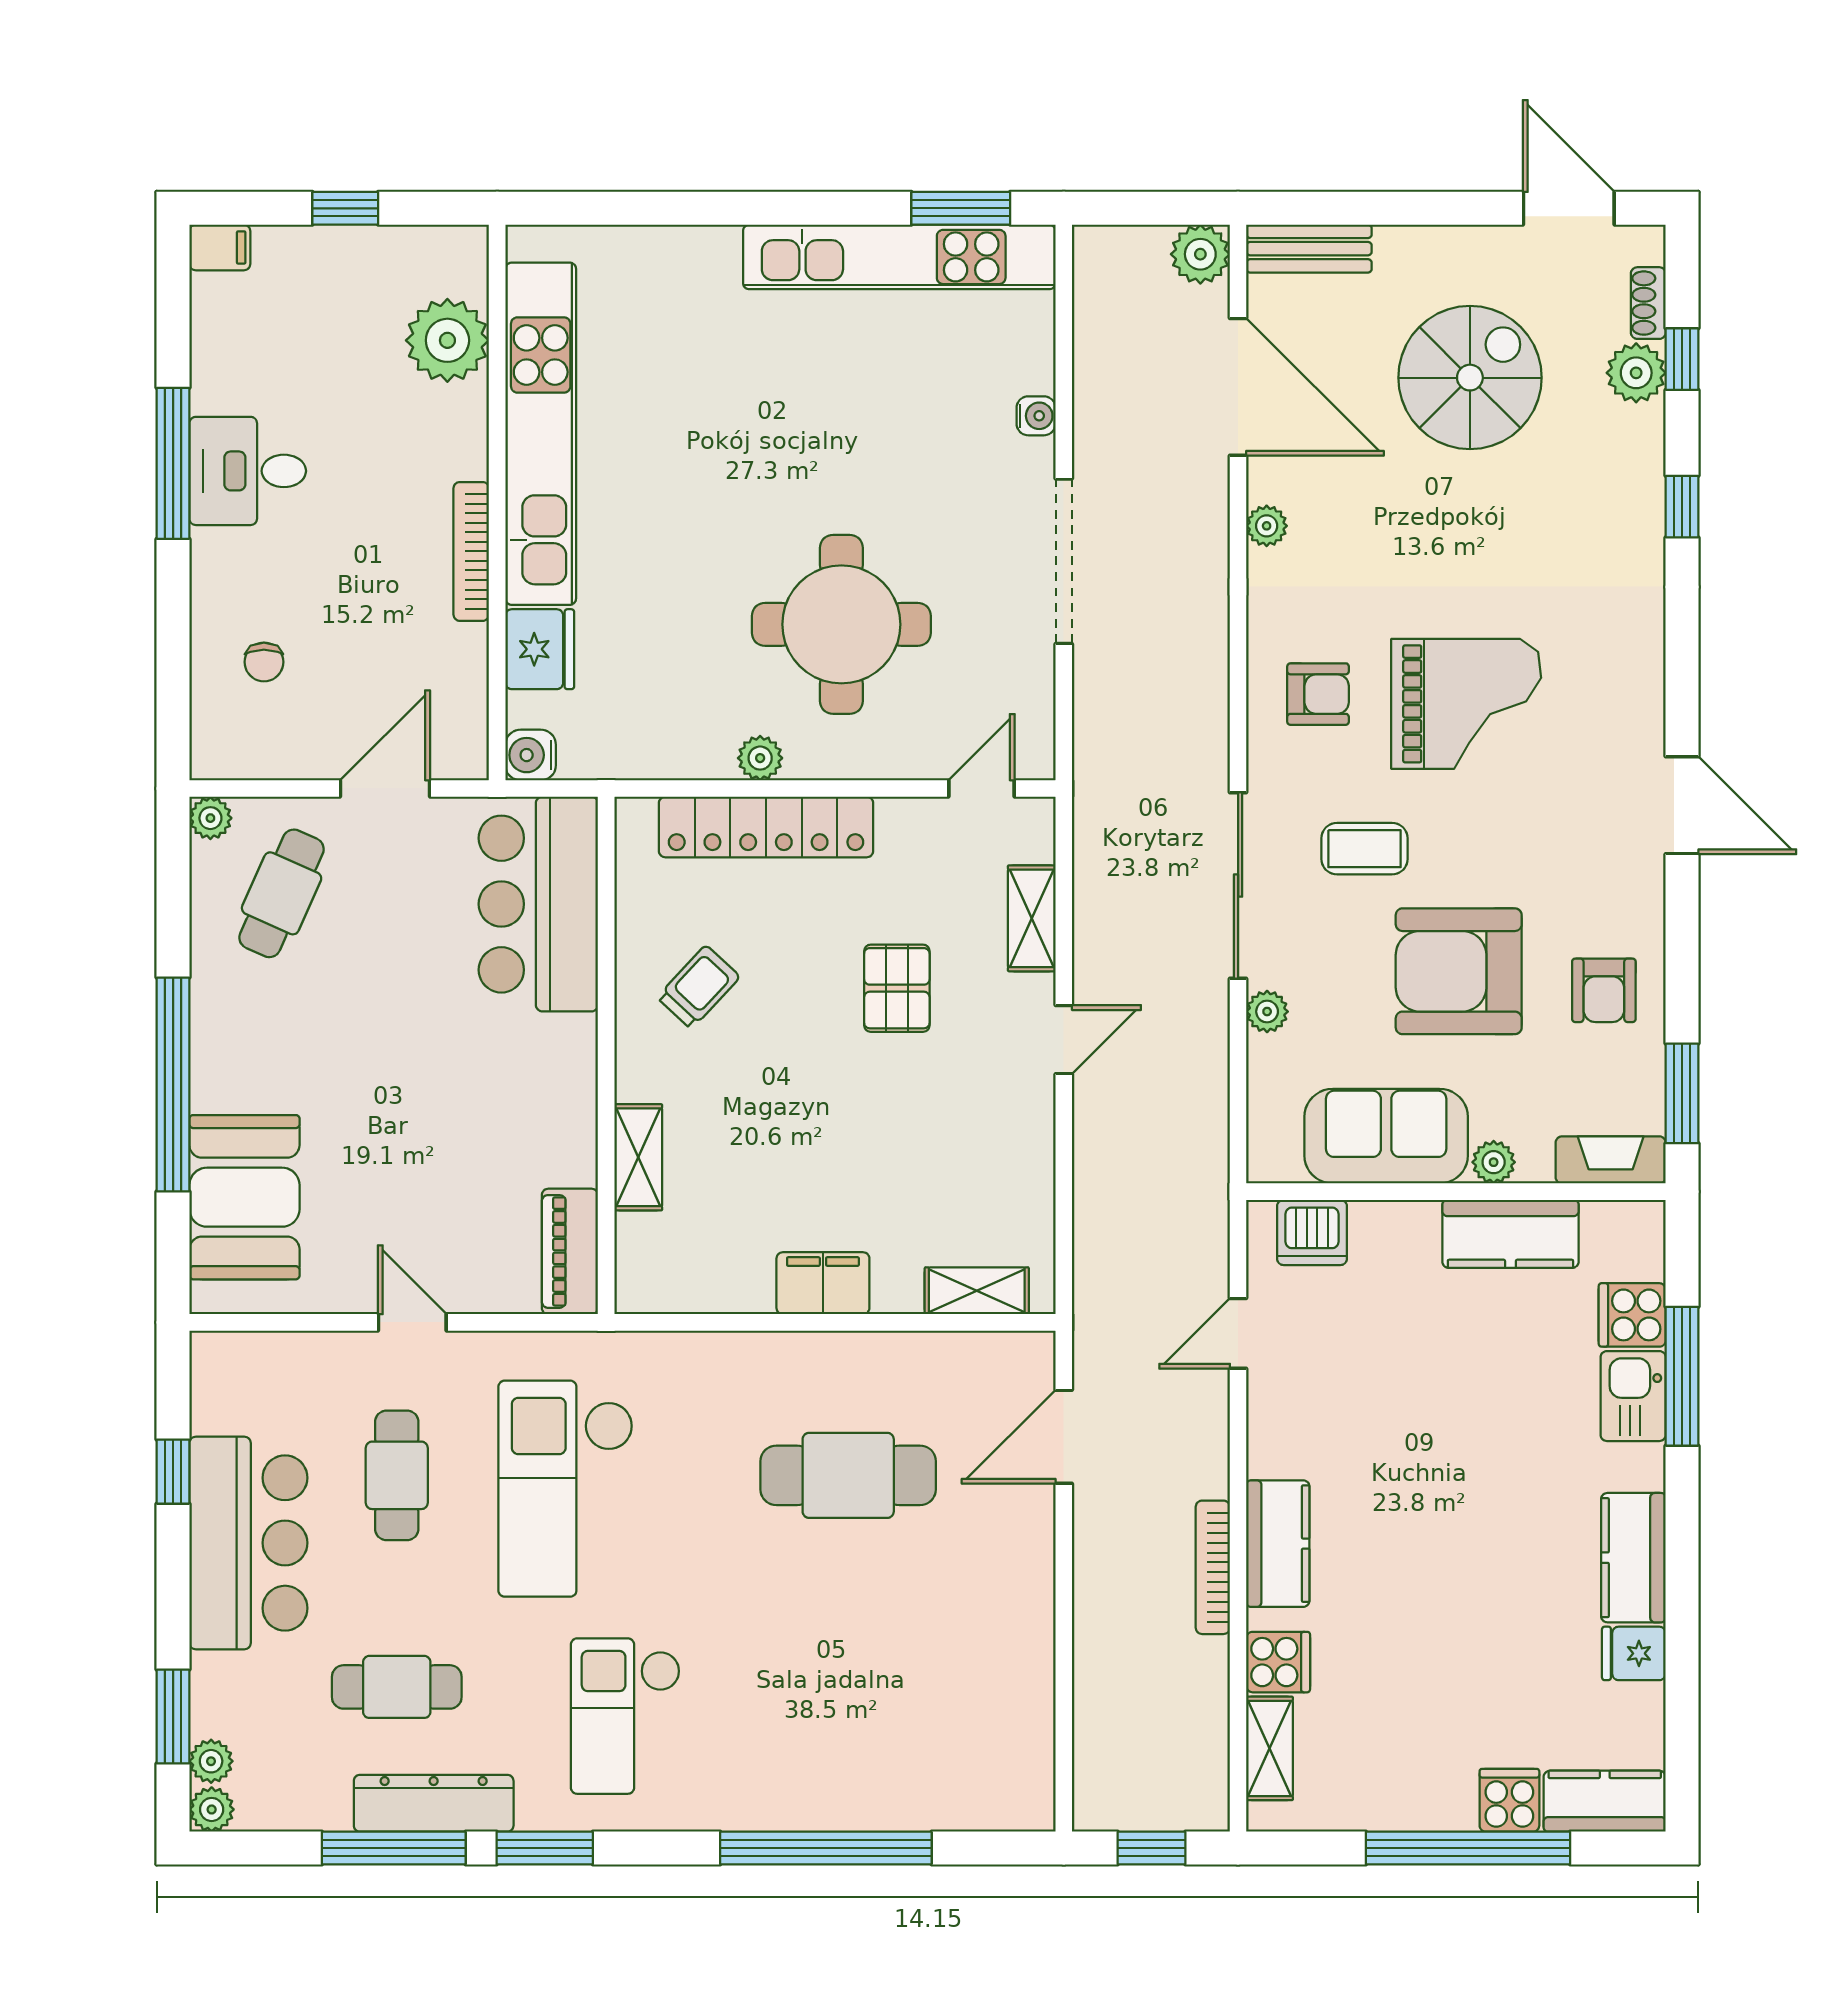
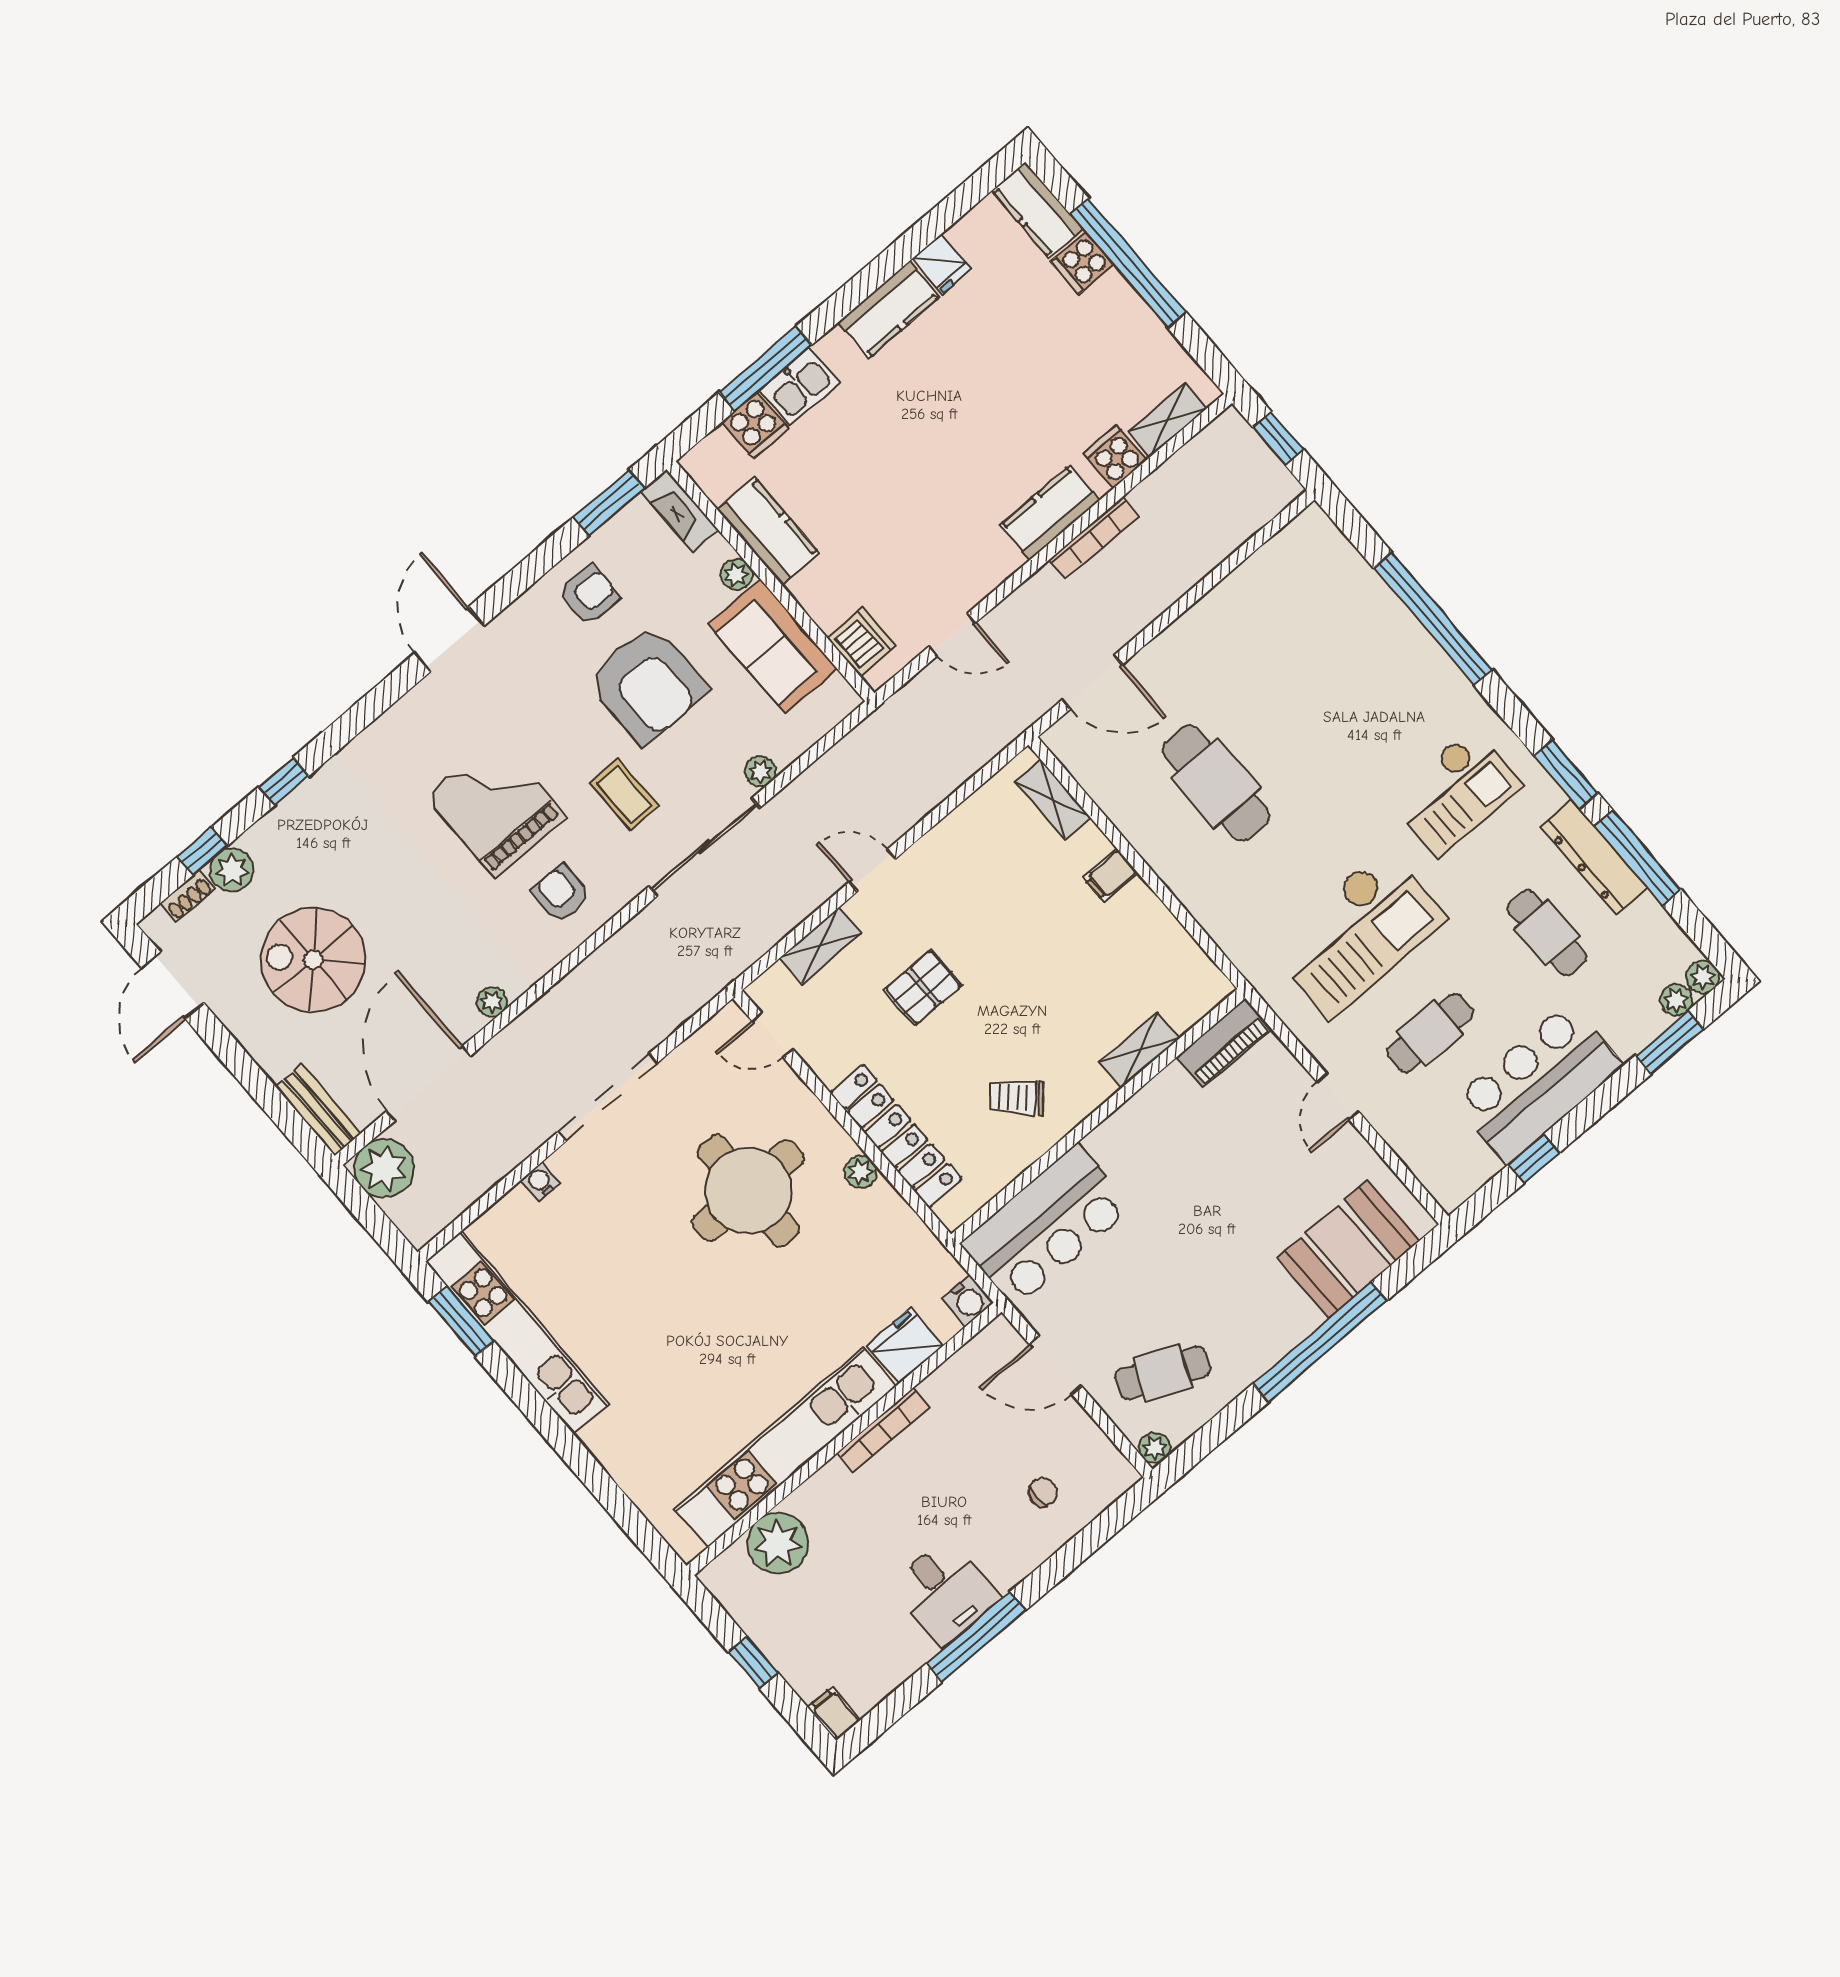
plant: (1200, 254) -> (384, 1168), width x1.36, depth x1.36
filing cabinet: (823, 1283) -> (1110, 875), width x0.50

